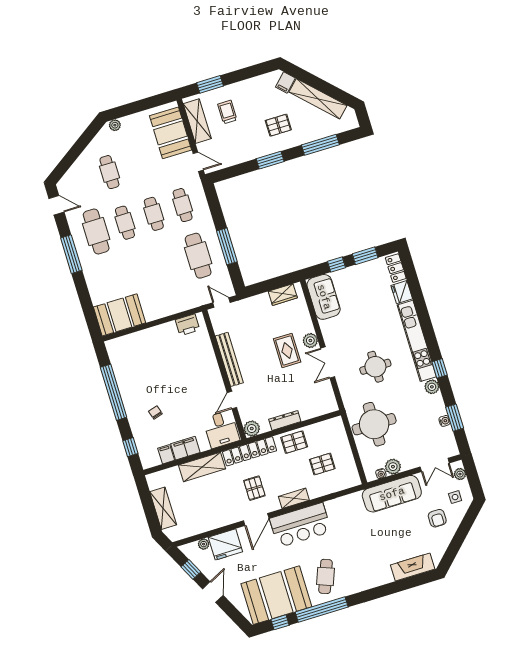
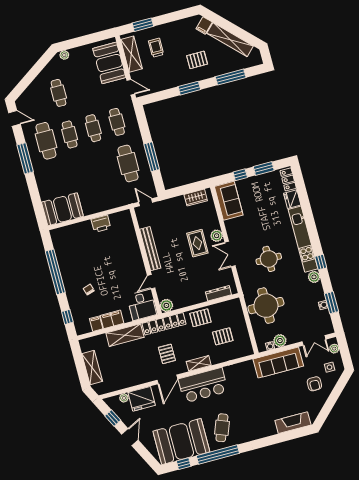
printer: (188, 325) -> (101, 224), moved
dresser: (285, 420) -> (218, 293), moved

